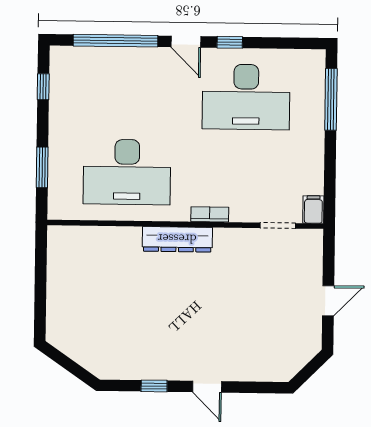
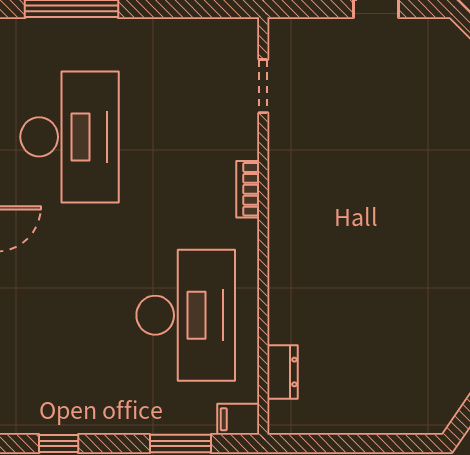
filing cabinet: (313, 209) -> (238, 419), moved
dresser: (177, 239) -> (283, 372), moved, width x0.51, depth x0.80

